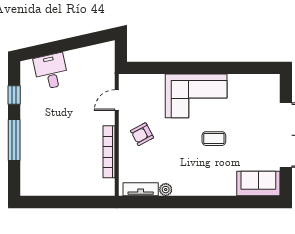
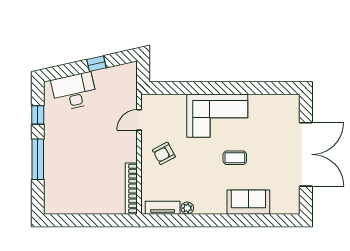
window: (74, 43) -> (96, 64), added
desk: (51, 71) -> (74, 91), width x1.37
bookcase: (109, 152) -> (131, 189), moved
sofa: (258, 183) -> (248, 202), moved

